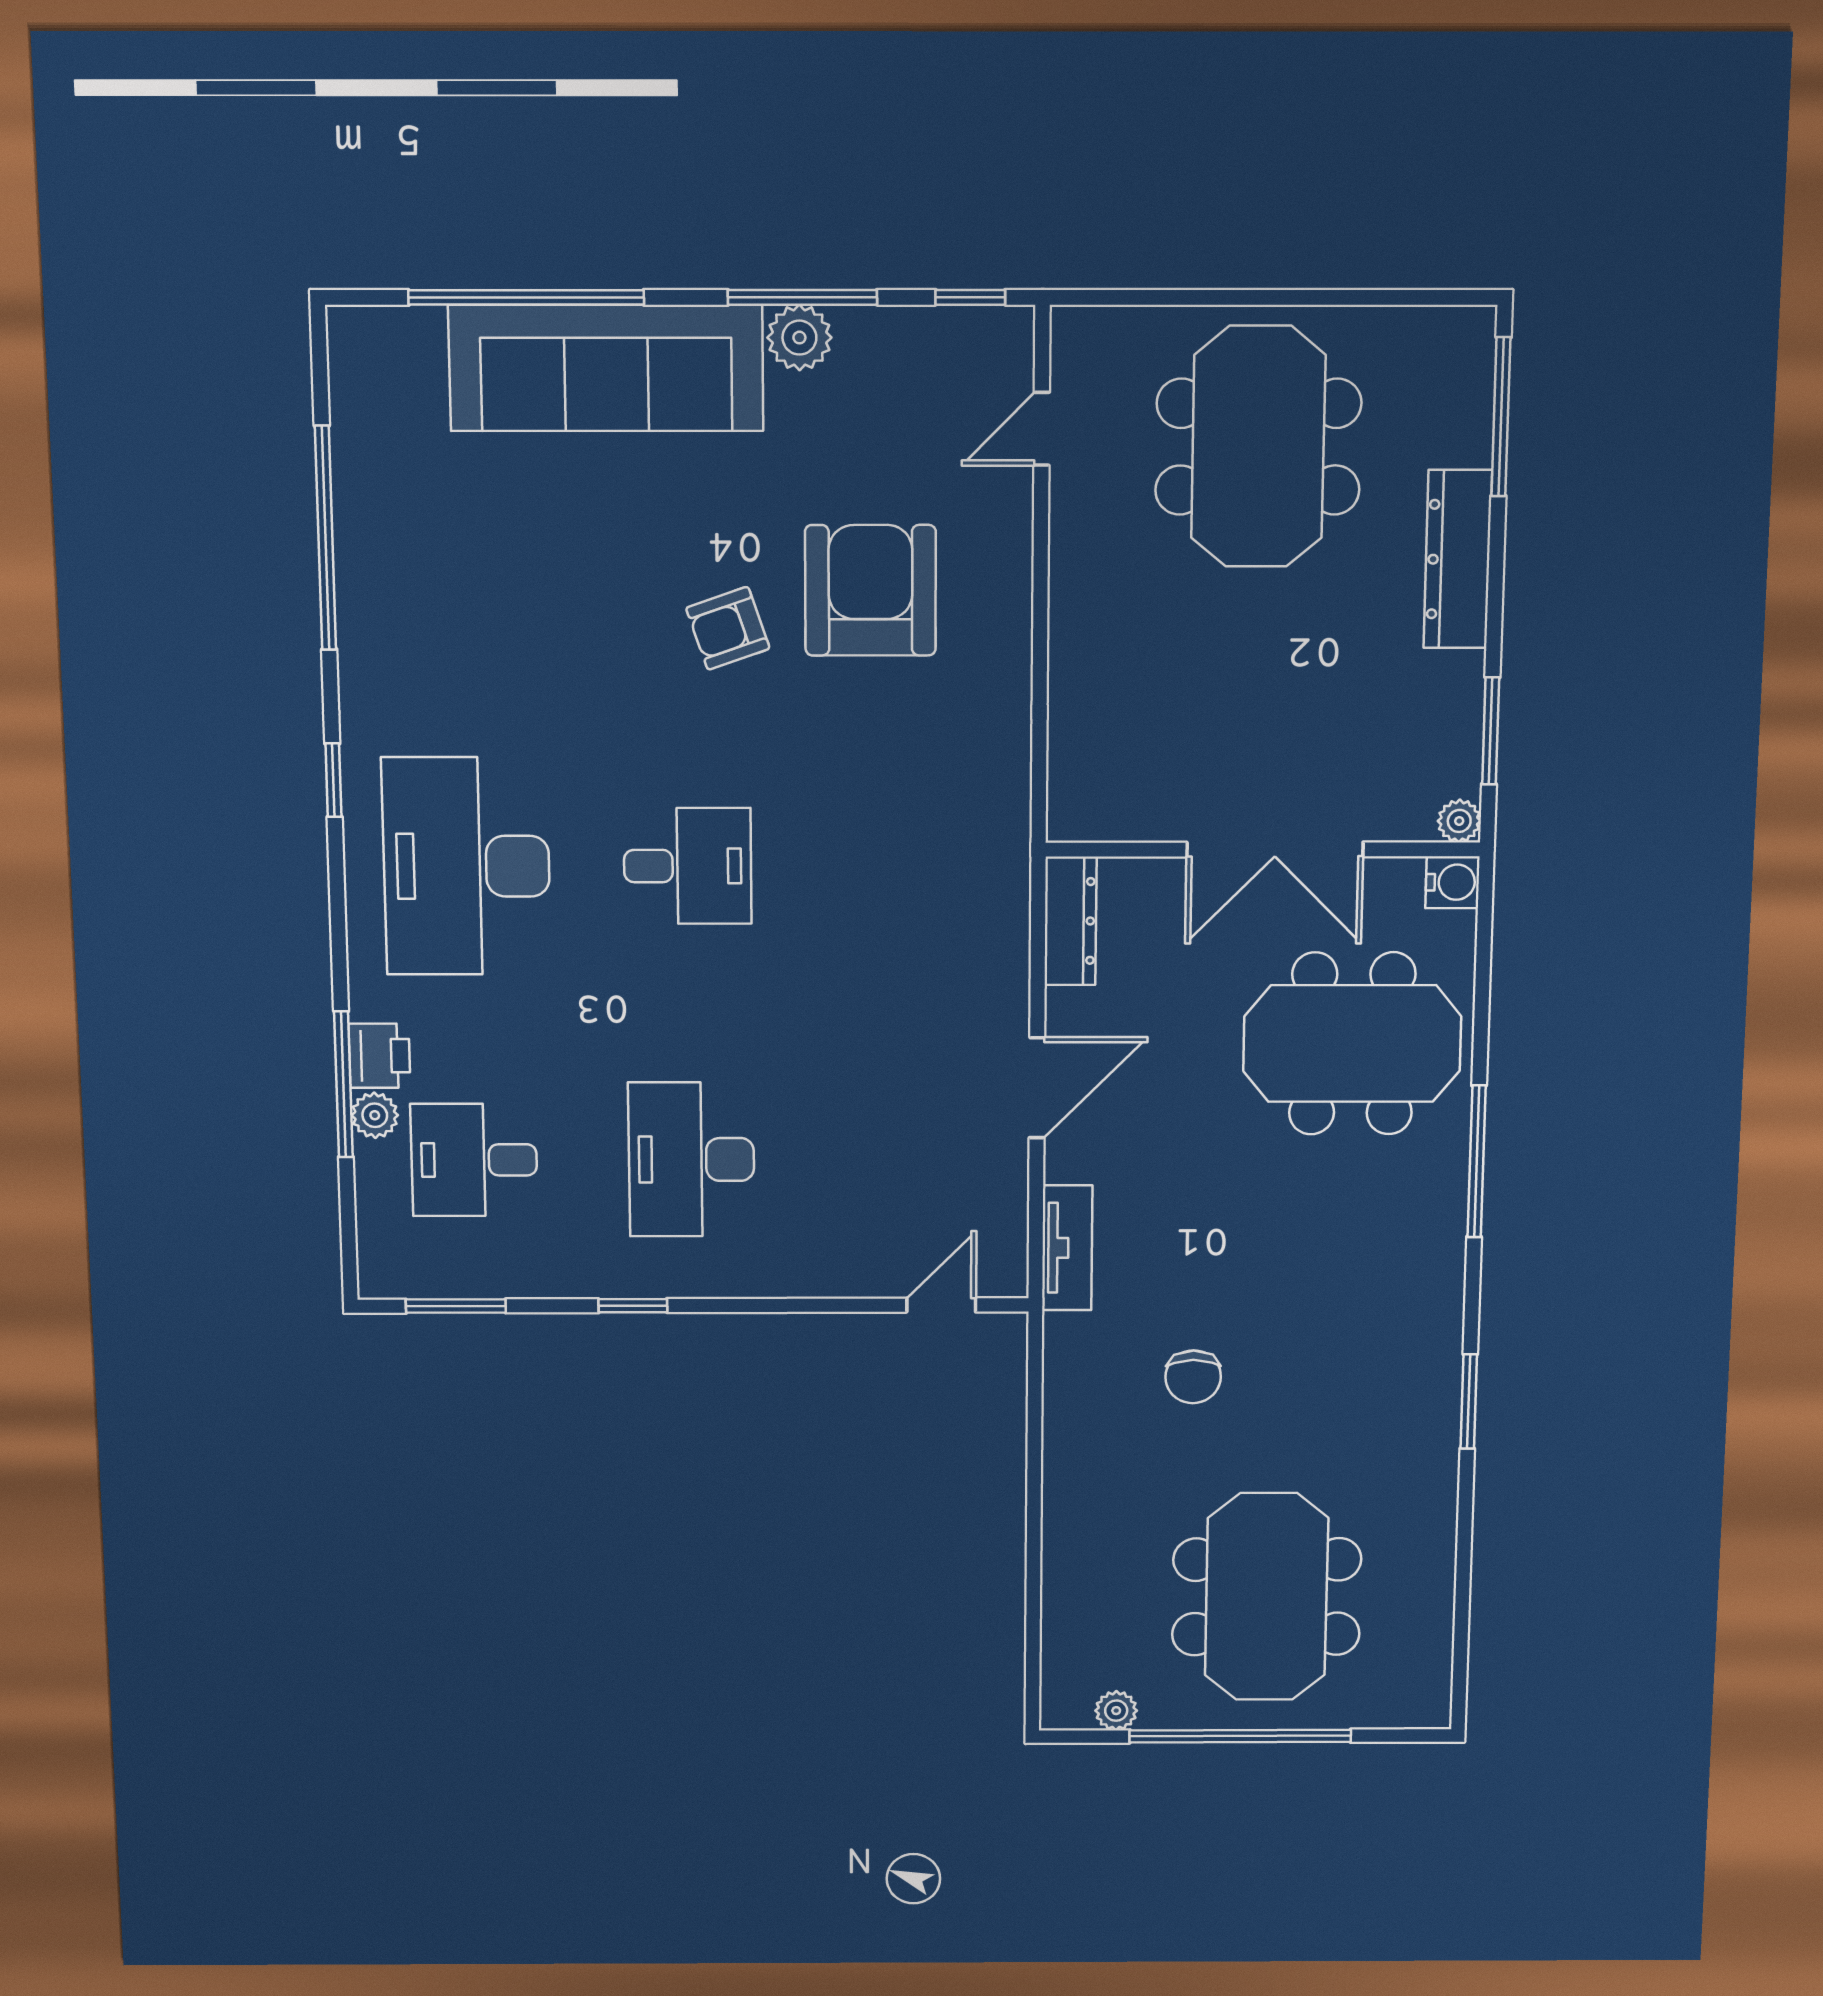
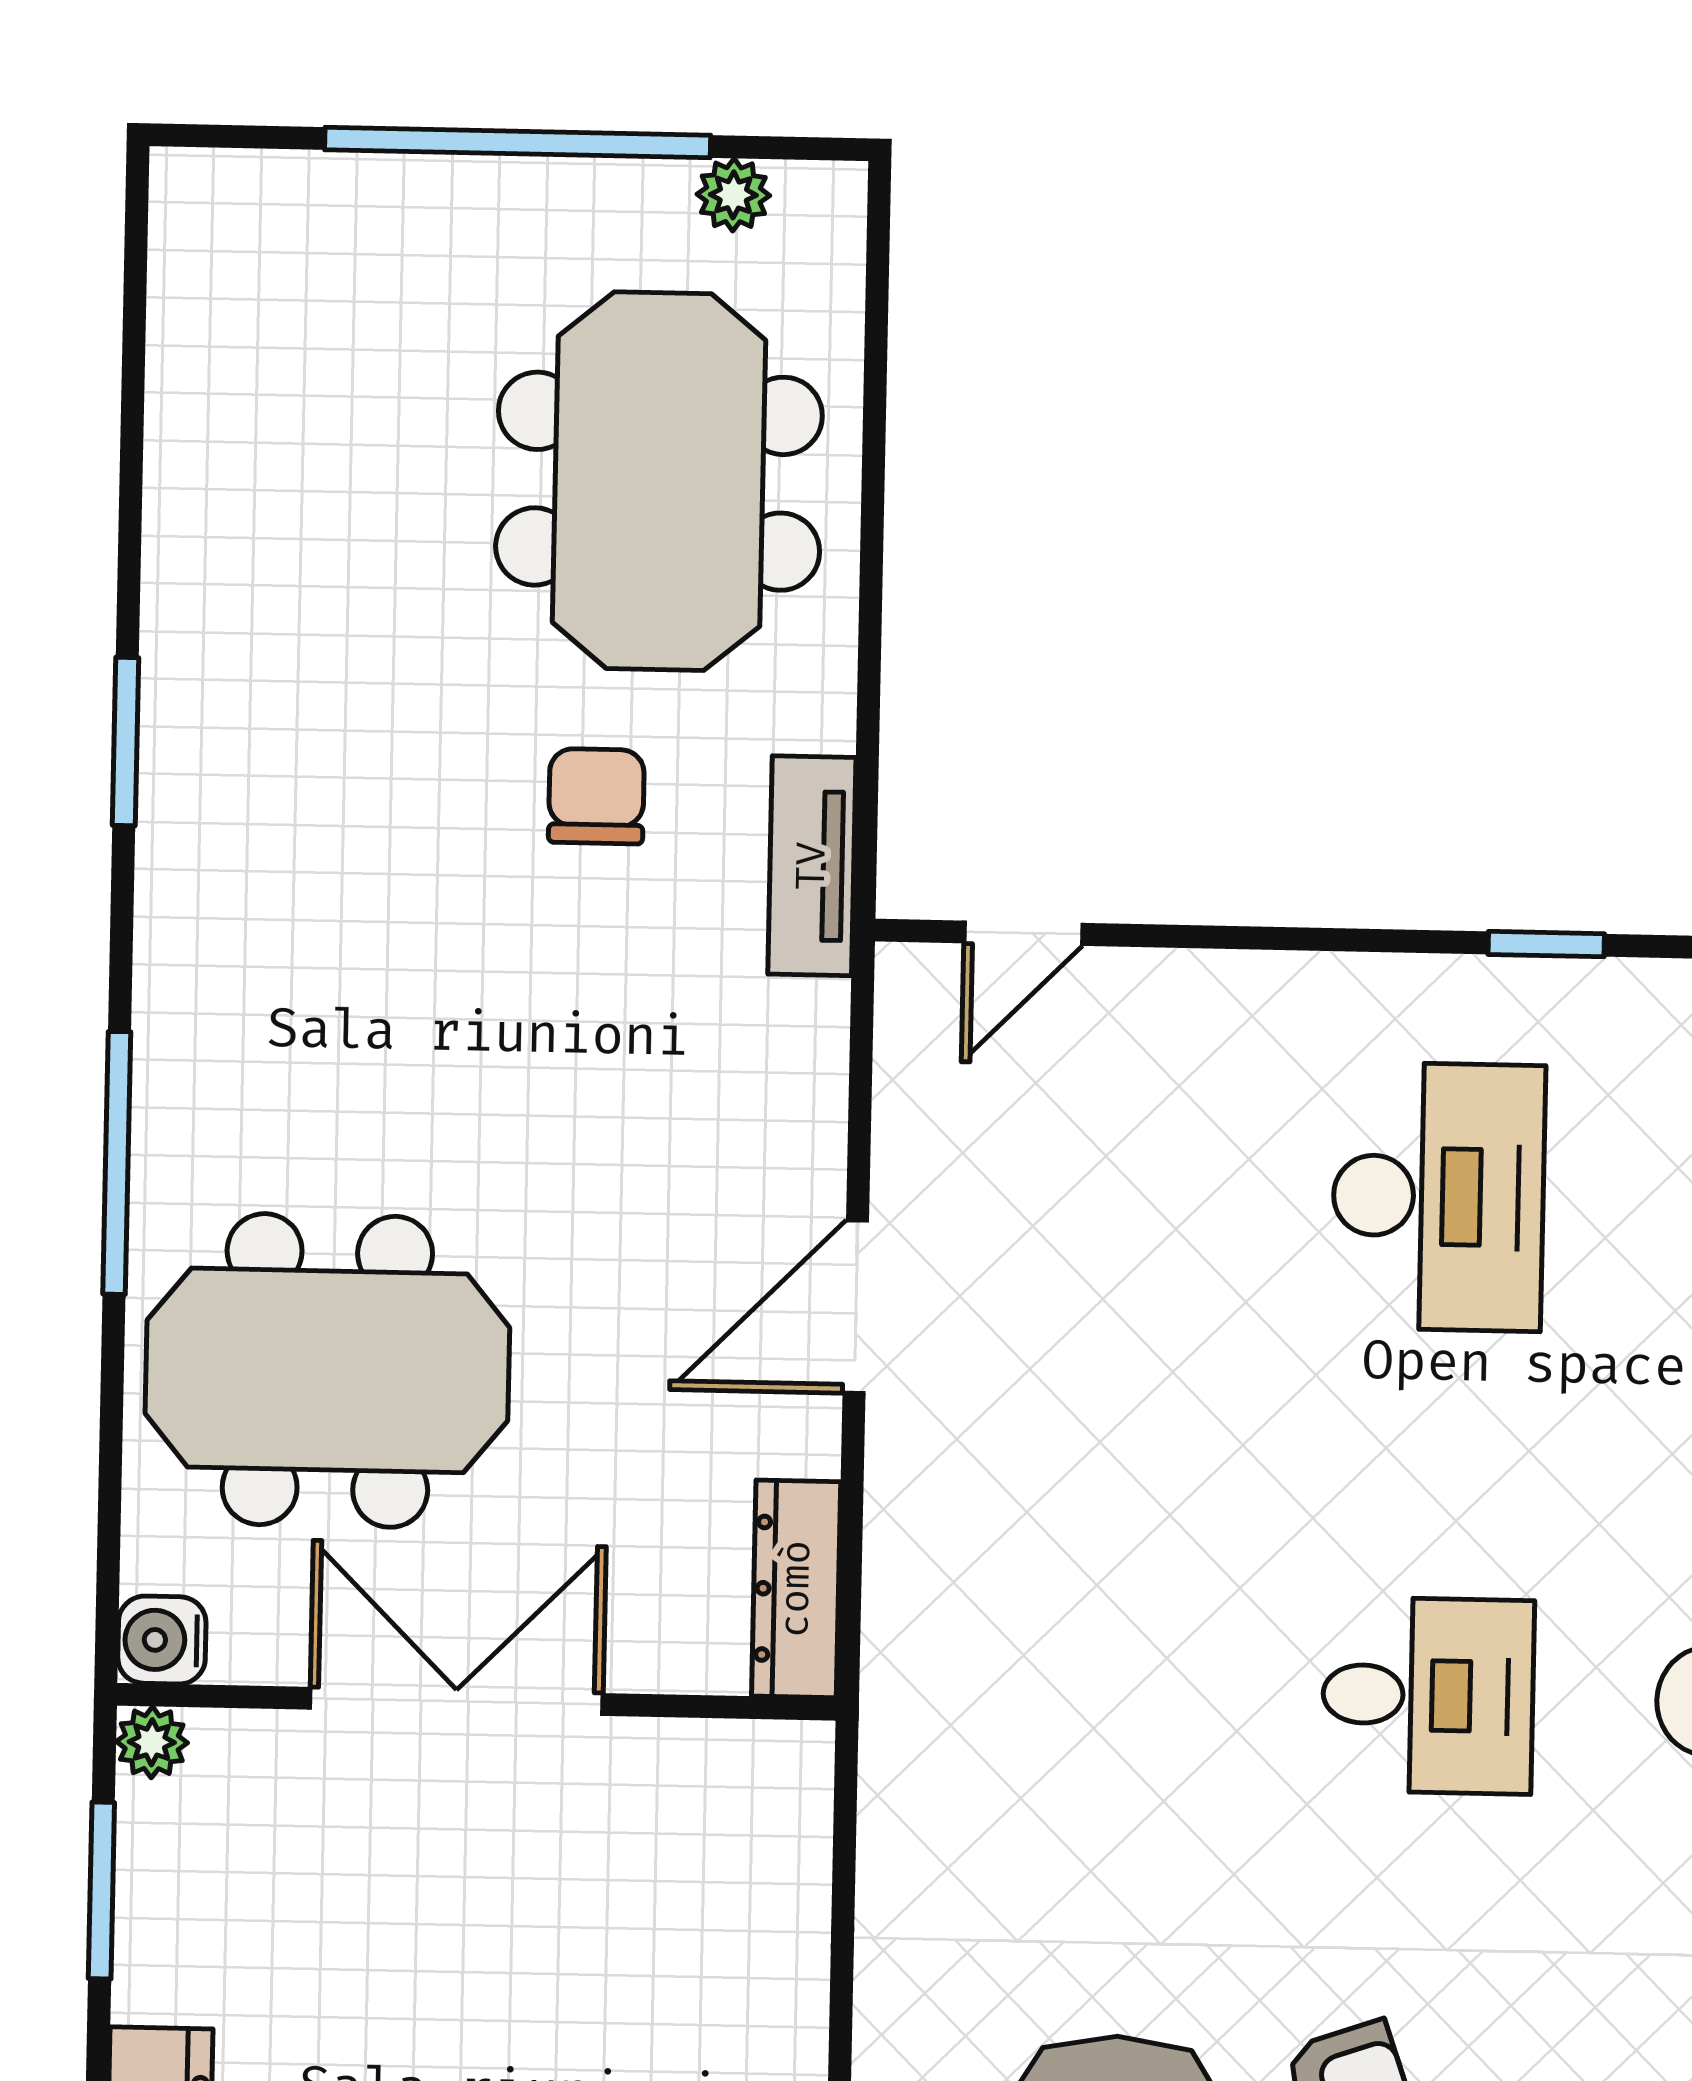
desk: (688, 866) -> (1428, 1695), turned 180
tv unit: (1067, 1248) -> (812, 866), moved
meeting table: (1267, 1597) -> (659, 481), moved

